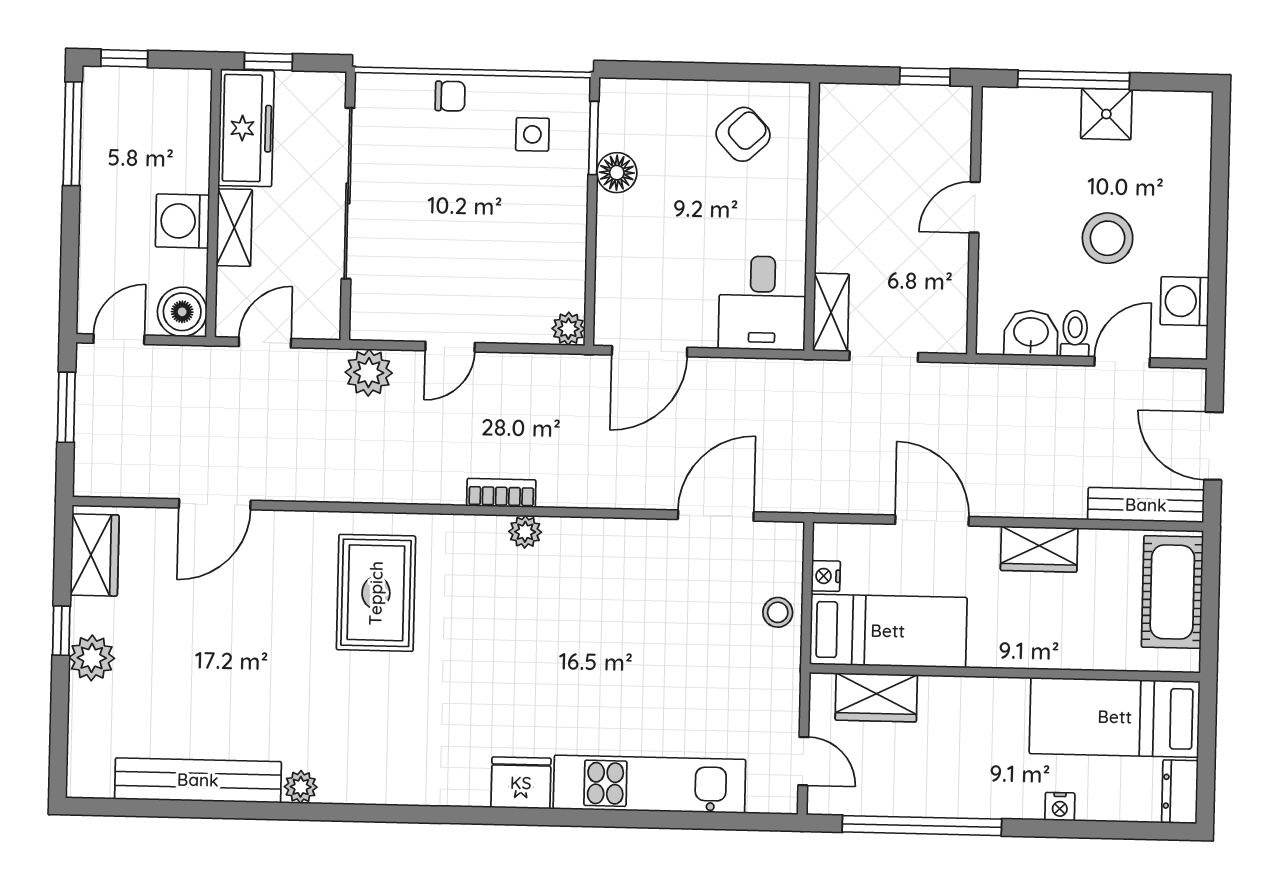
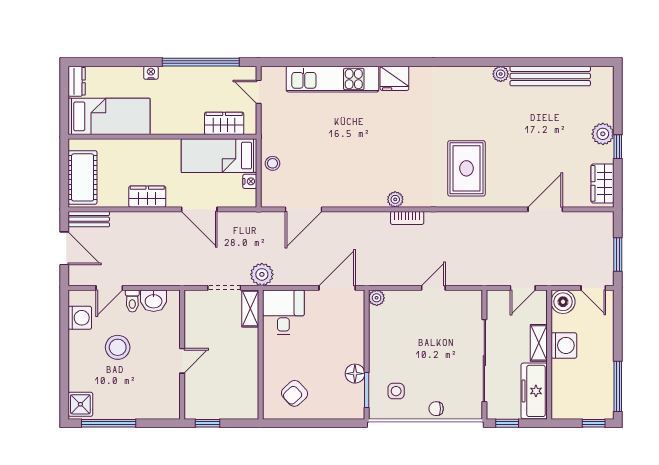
window: (268, 62) -> (507, 423), moved
window: (1074, 80) -> (109, 423), moved
shower: (1106, 114) -> (80, 404), moved
door: (119, 339) -> (593, 288), hinge flipped
plant: (369, 373) -> (262, 274), moved
bench: (1146, 505) -> (89, 219), width x0.73
nightstand: (1060, 807) -> (151, 73), moved

